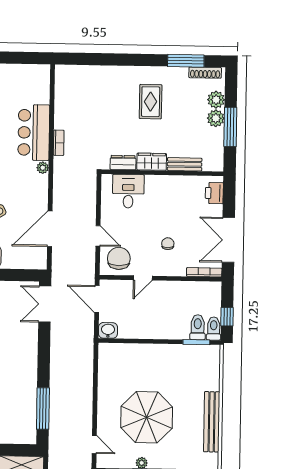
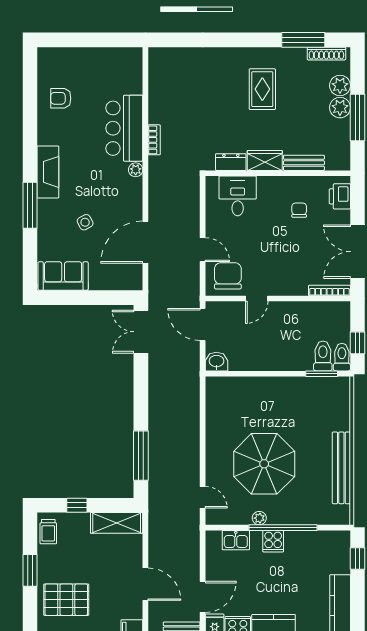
chair: (168, 244) -> (299, 210), moved

